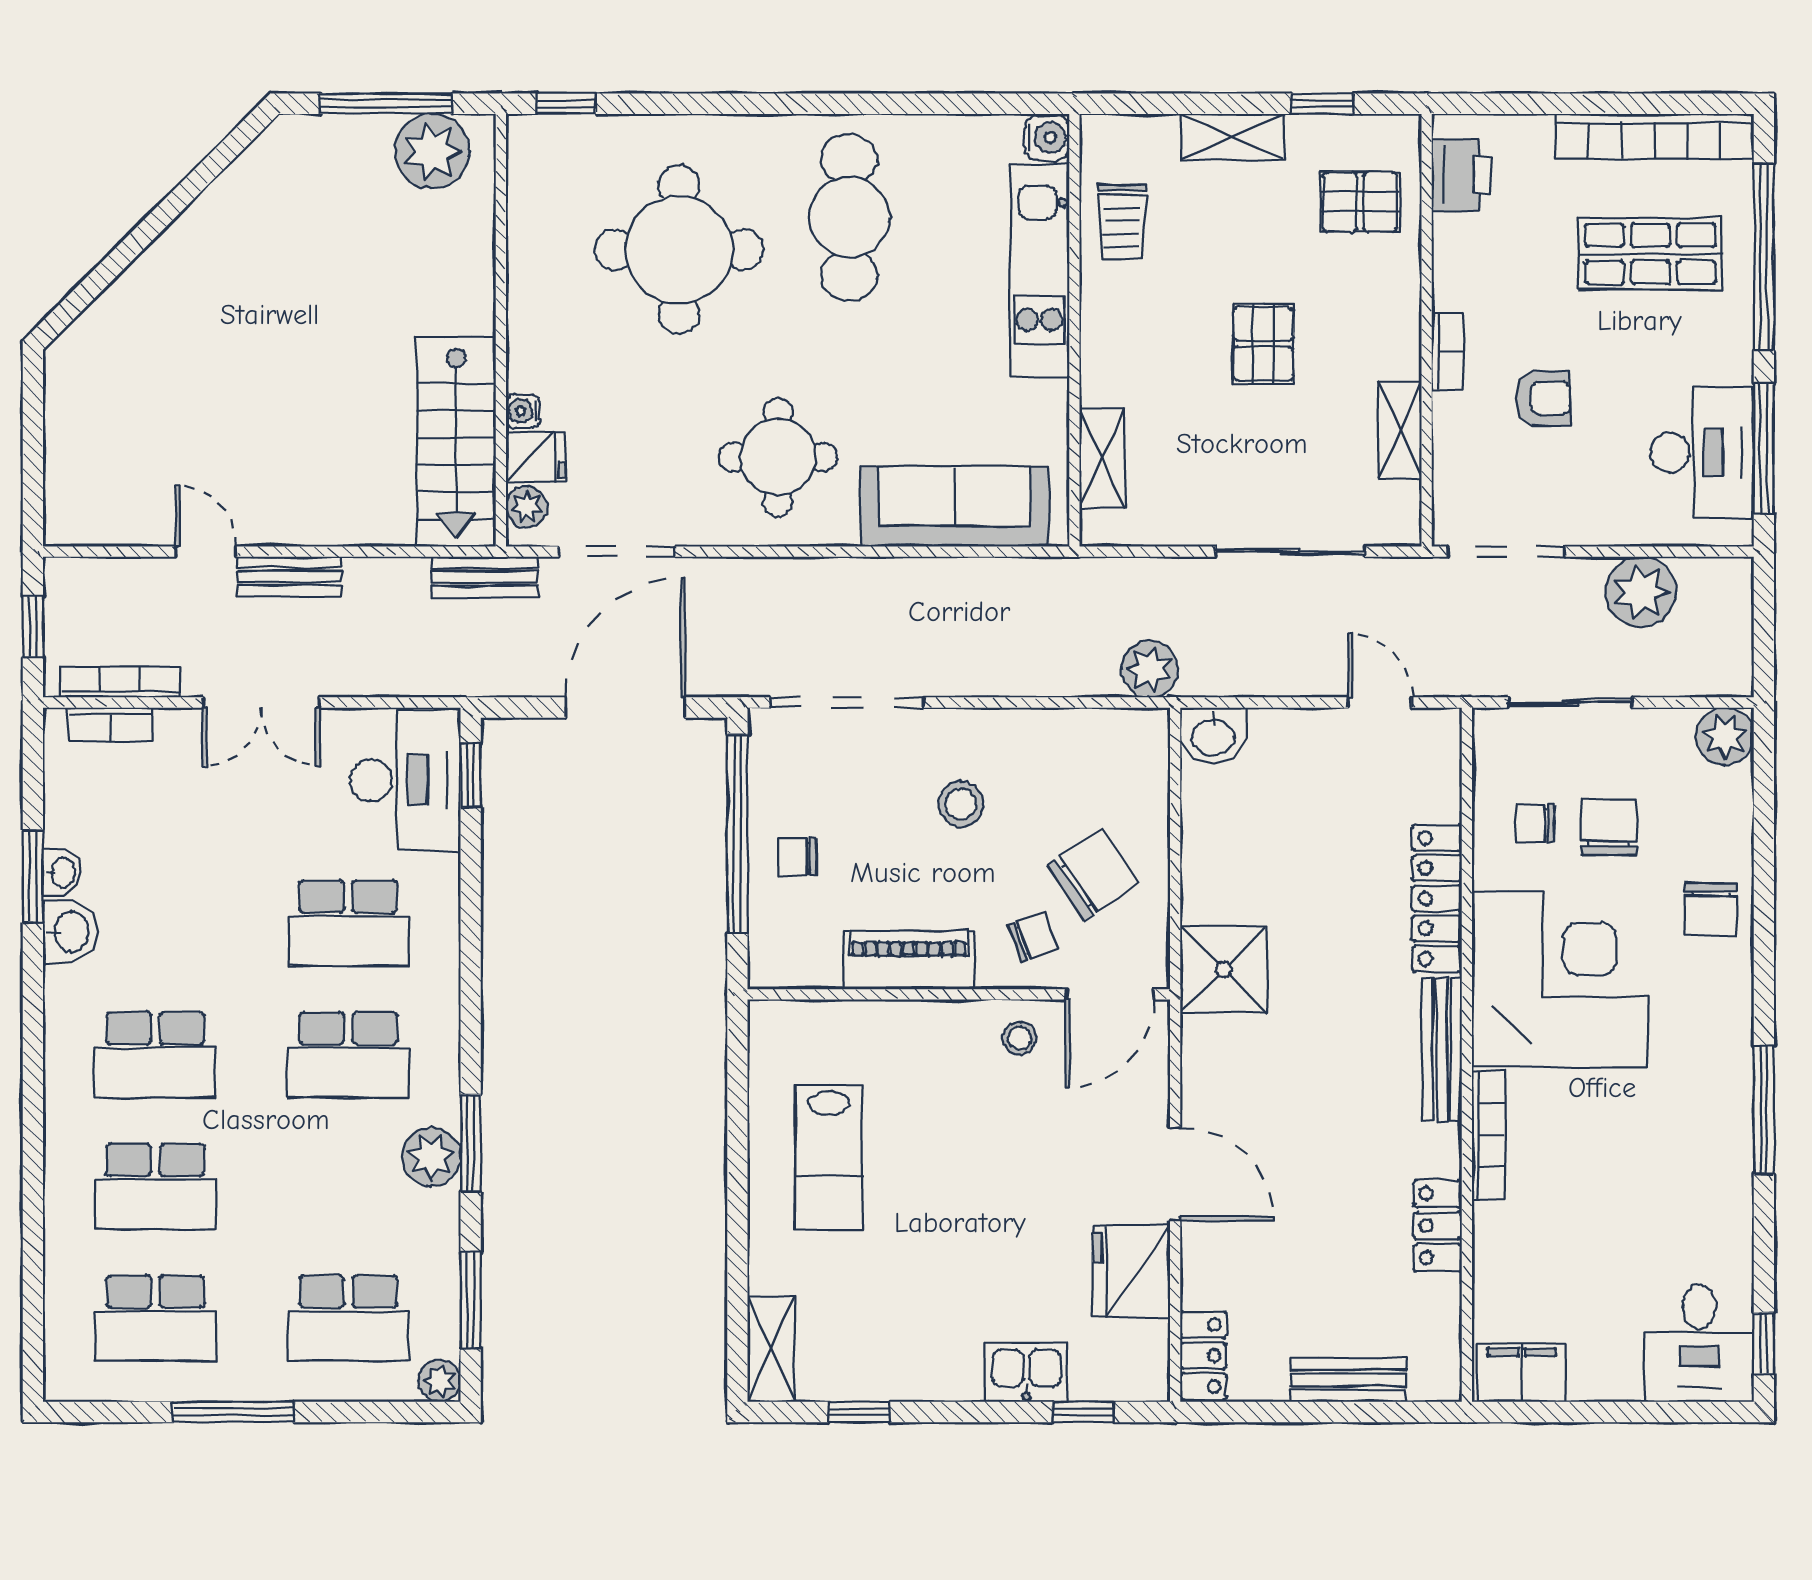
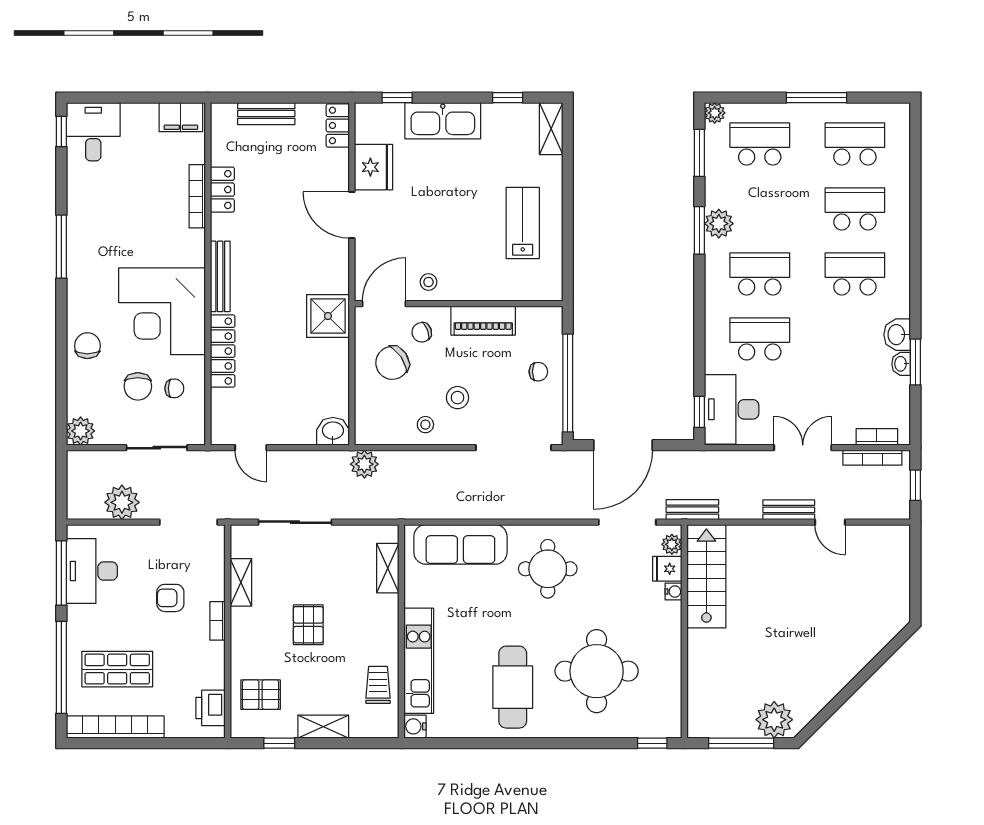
plant: (432, 151) -> (774, 720), moved
stool: (1026, 749) -> (425, 425), added
bookcase: (1488, 1135) -> (197, 196), moved
kitchen sink: (1026, 1372) -> (443, 121), width x1.88, depth x1.24

